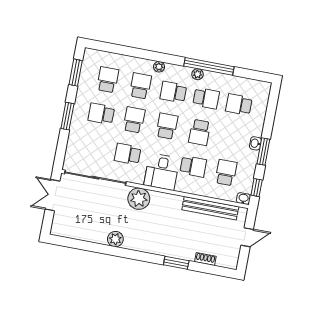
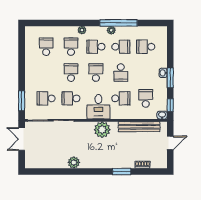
window: (76, 73) -> (22, 46), removed
school desk: (101, 114) -> (46, 98), moved
window: (67, 116) -> (22, 101), moved
plant: (139, 199) -> (102, 130), moved

